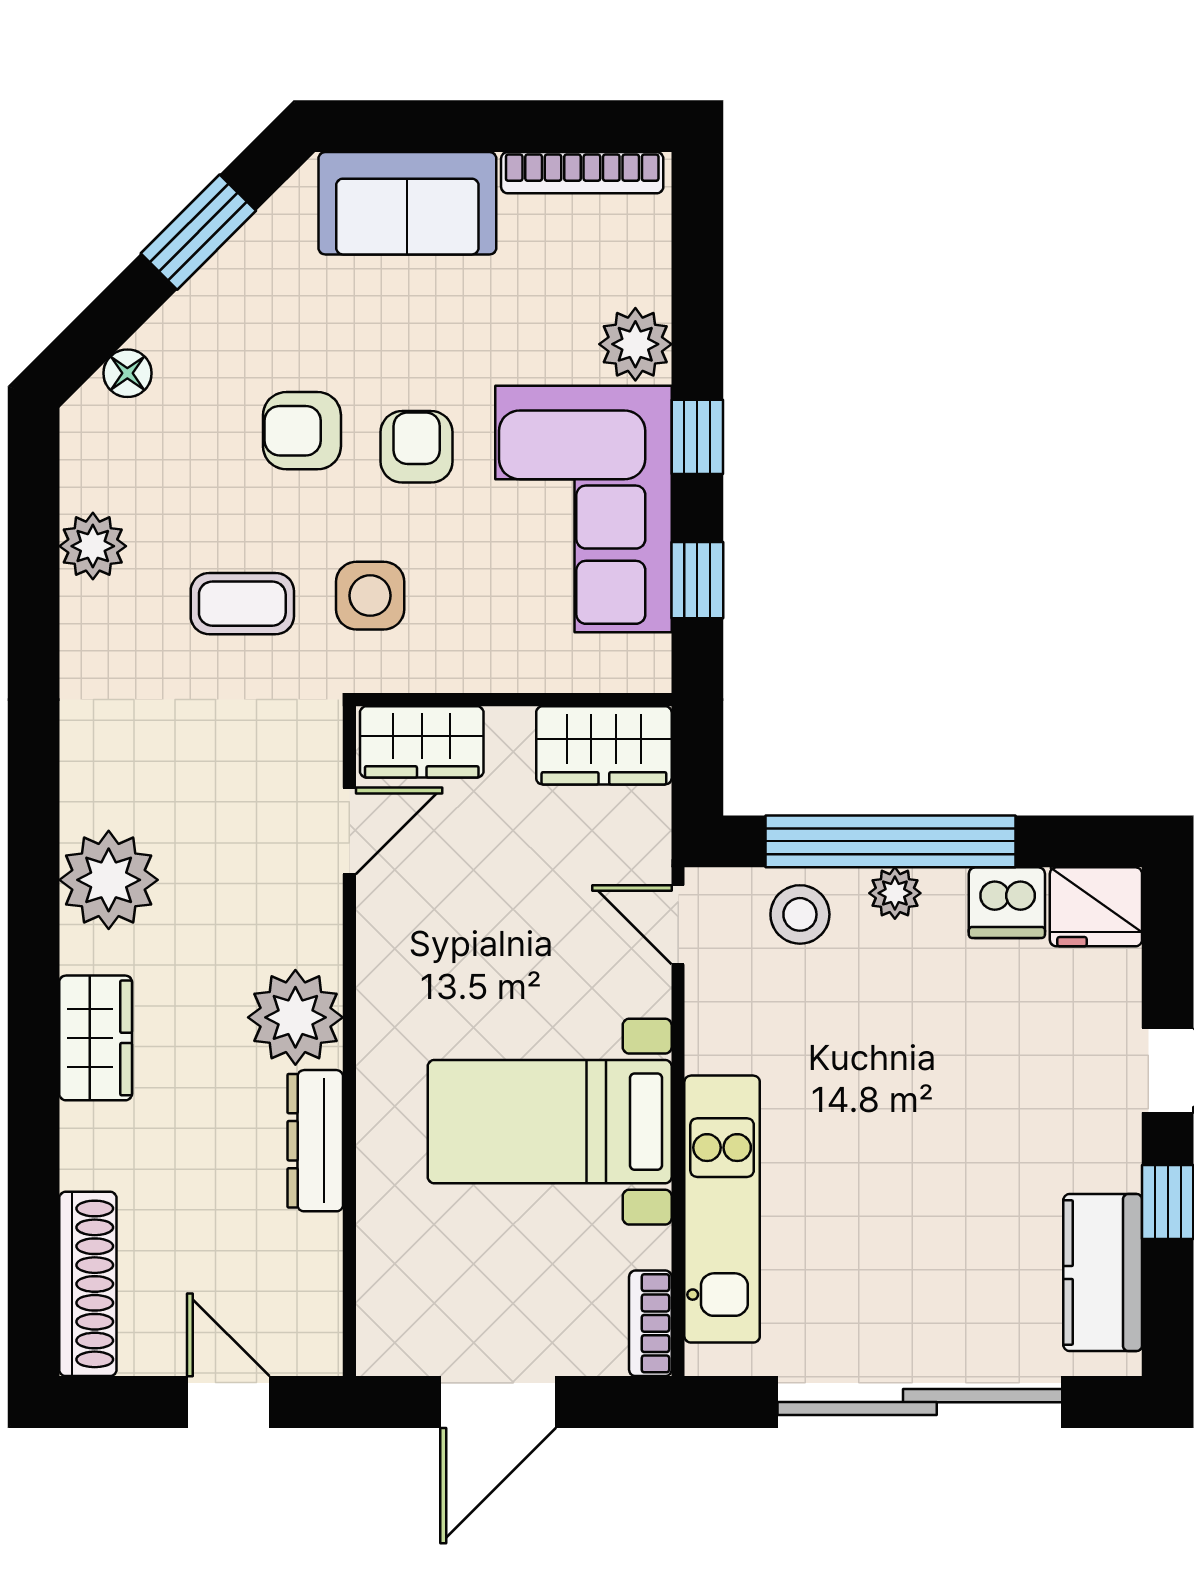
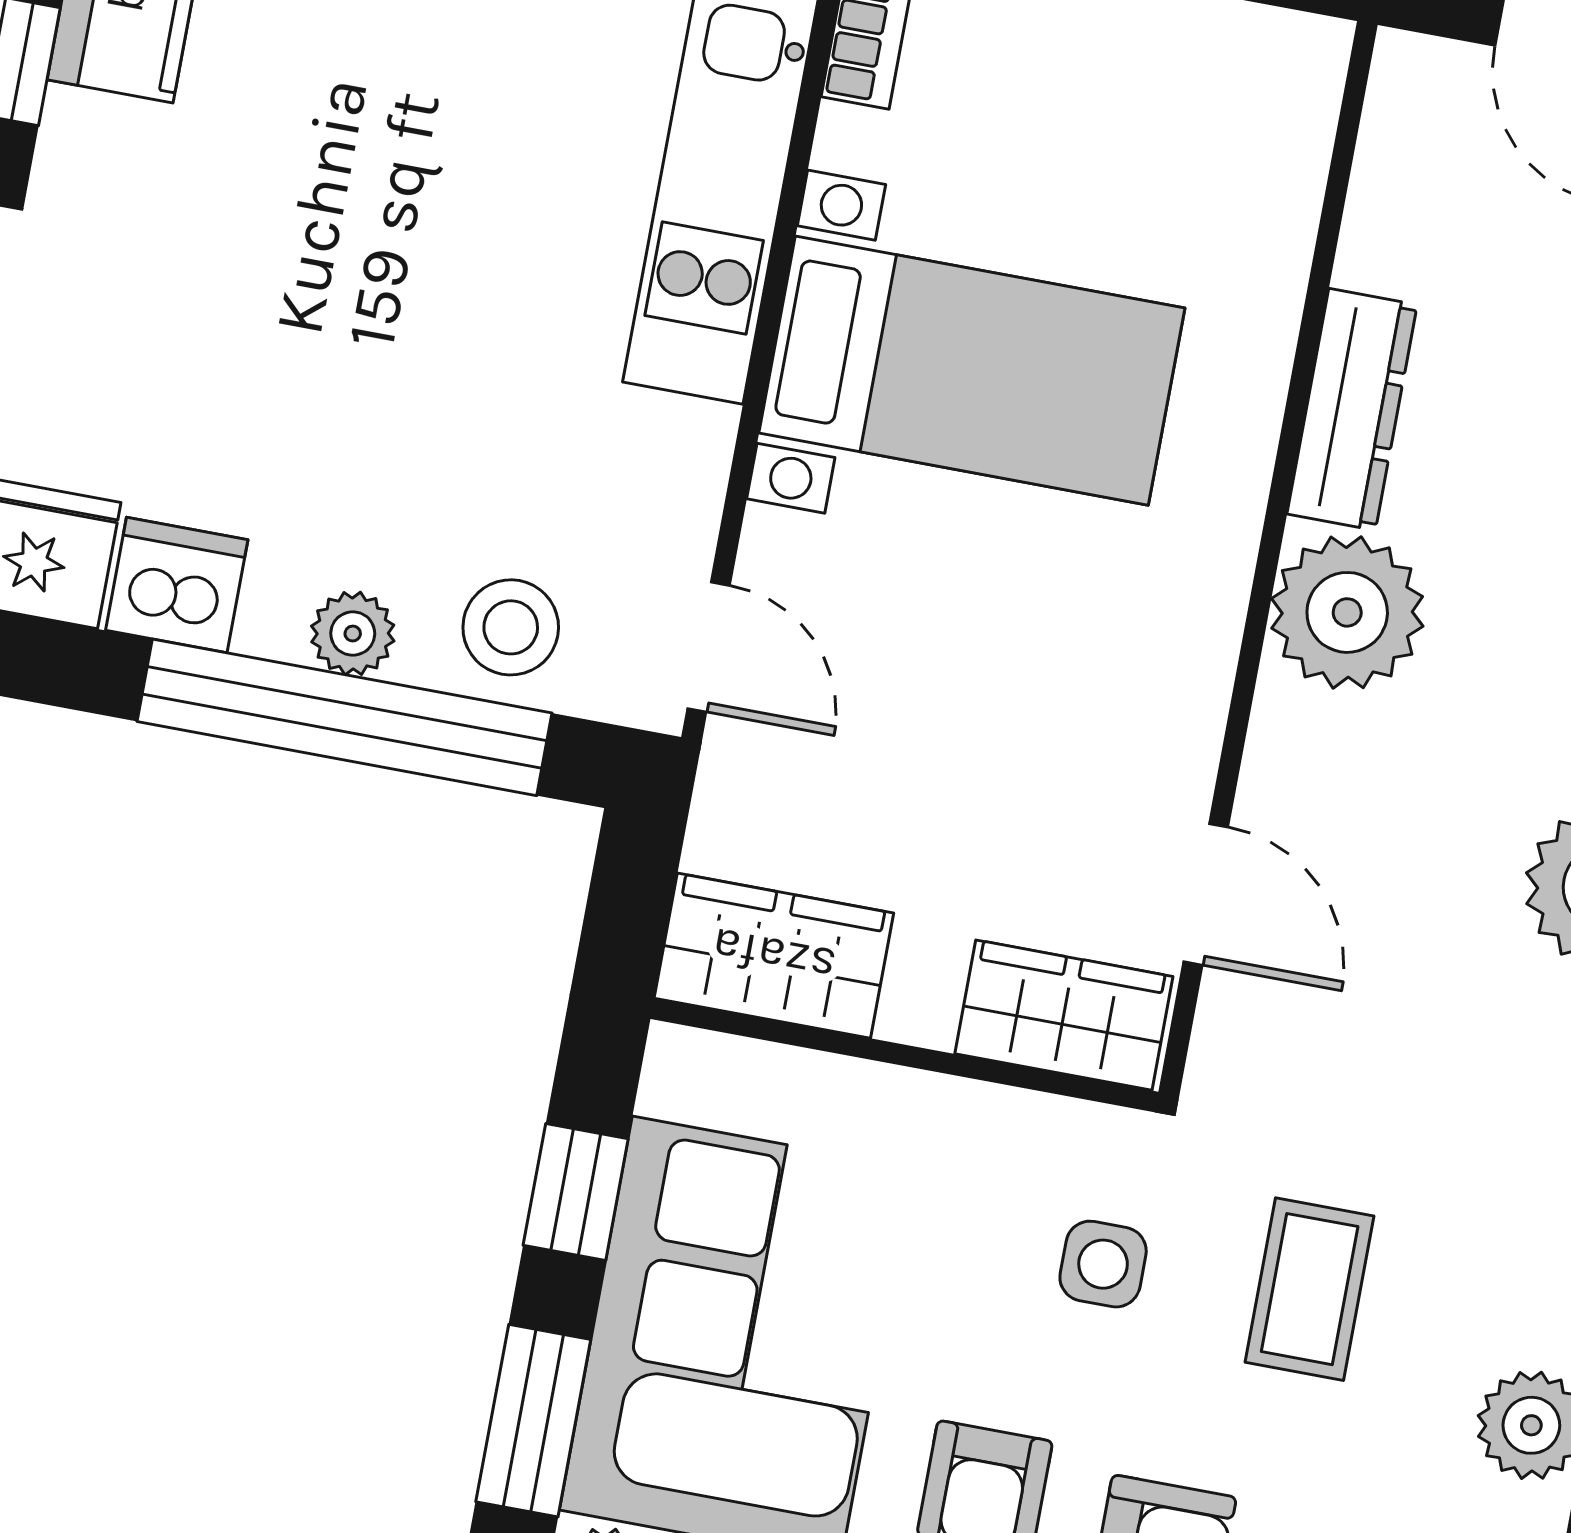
window: (697, 437) -> (533, 1421), width x1.50
side table: (370, 596) -> (1103, 1264), width x0.73, depth x0.73
coffee table: (242, 604) -> (1310, 1289), turned 90
door: (349, 831) -> (1206, 894), swing flipped

